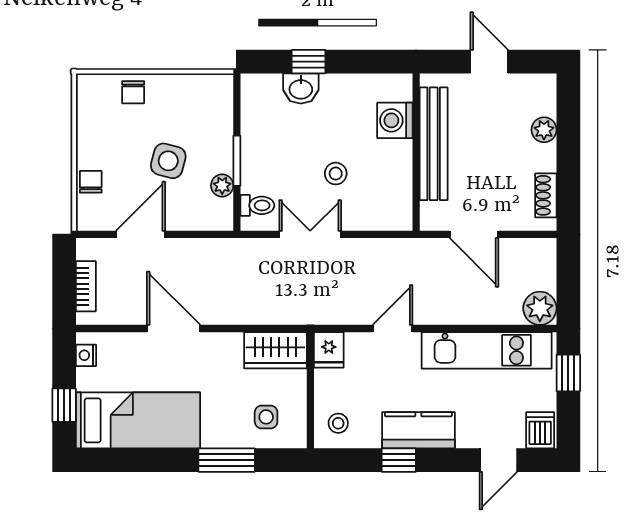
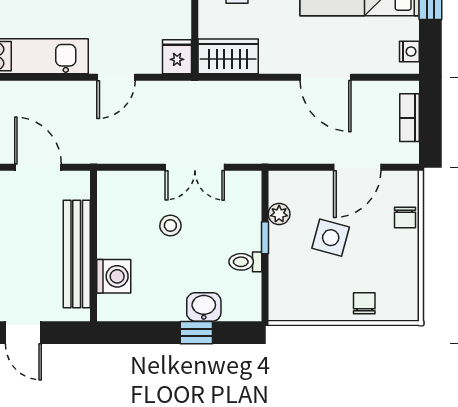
window: (237, 161) -> (265, 238), width x0.67
toilet: (257, 205) -> (245, 262), moved

